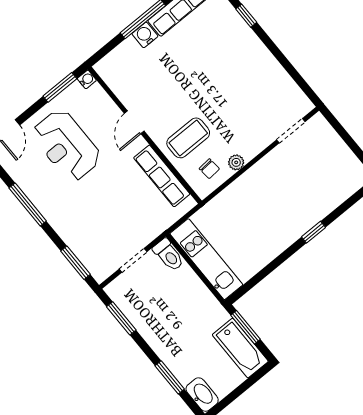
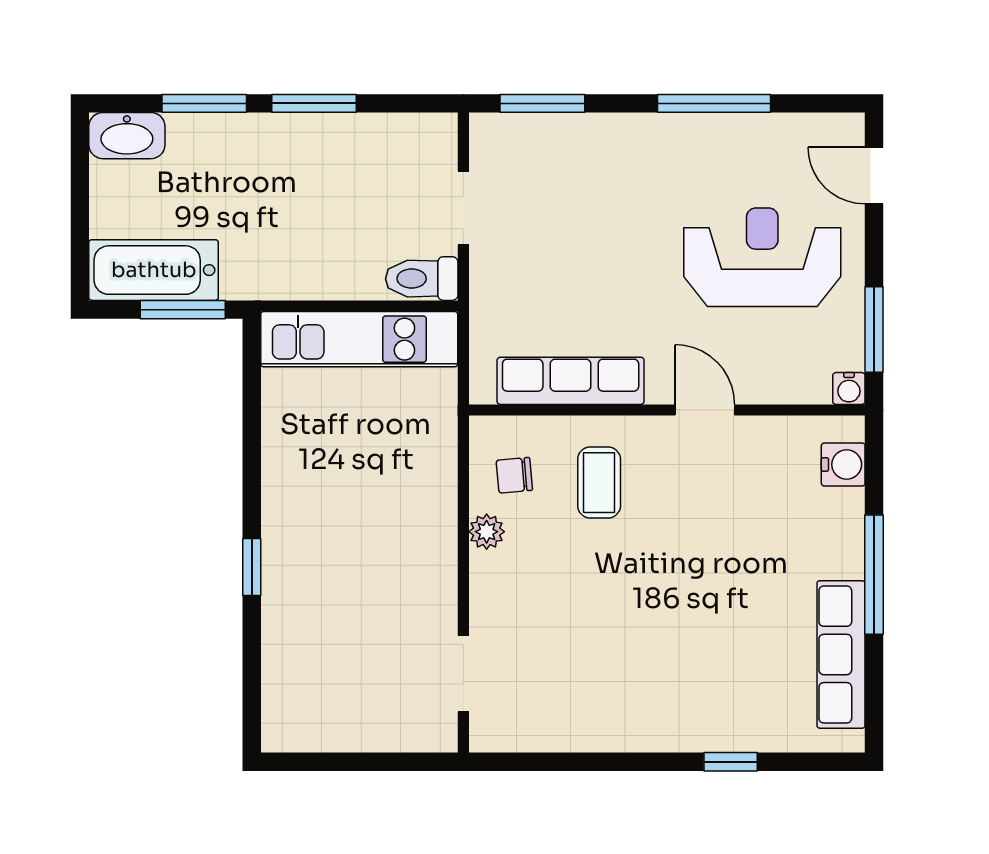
water cooler: (145, 35) -> (843, 464), moved
coffee table: (188, 138) -> (599, 483), width x0.73, depth x0.77
window: (121, 318) -> (314, 103), moved

